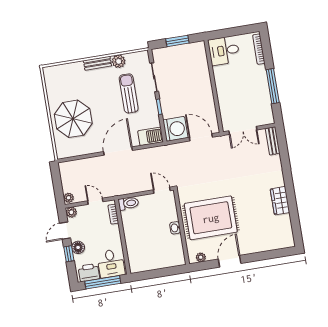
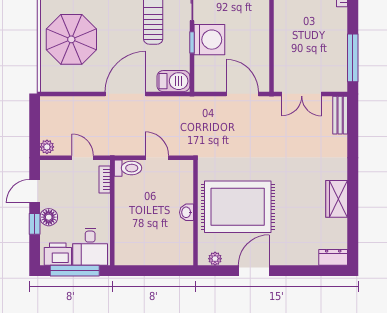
window: (273, 86) -> (353, 58), moved
washing machine: (175, 129) -> (209, 40), moved
door: (162, 190) -> (157, 158), moved
plant: (71, 212) -> (48, 167), removed
dresser: (284, 243) -> (333, 257), added

